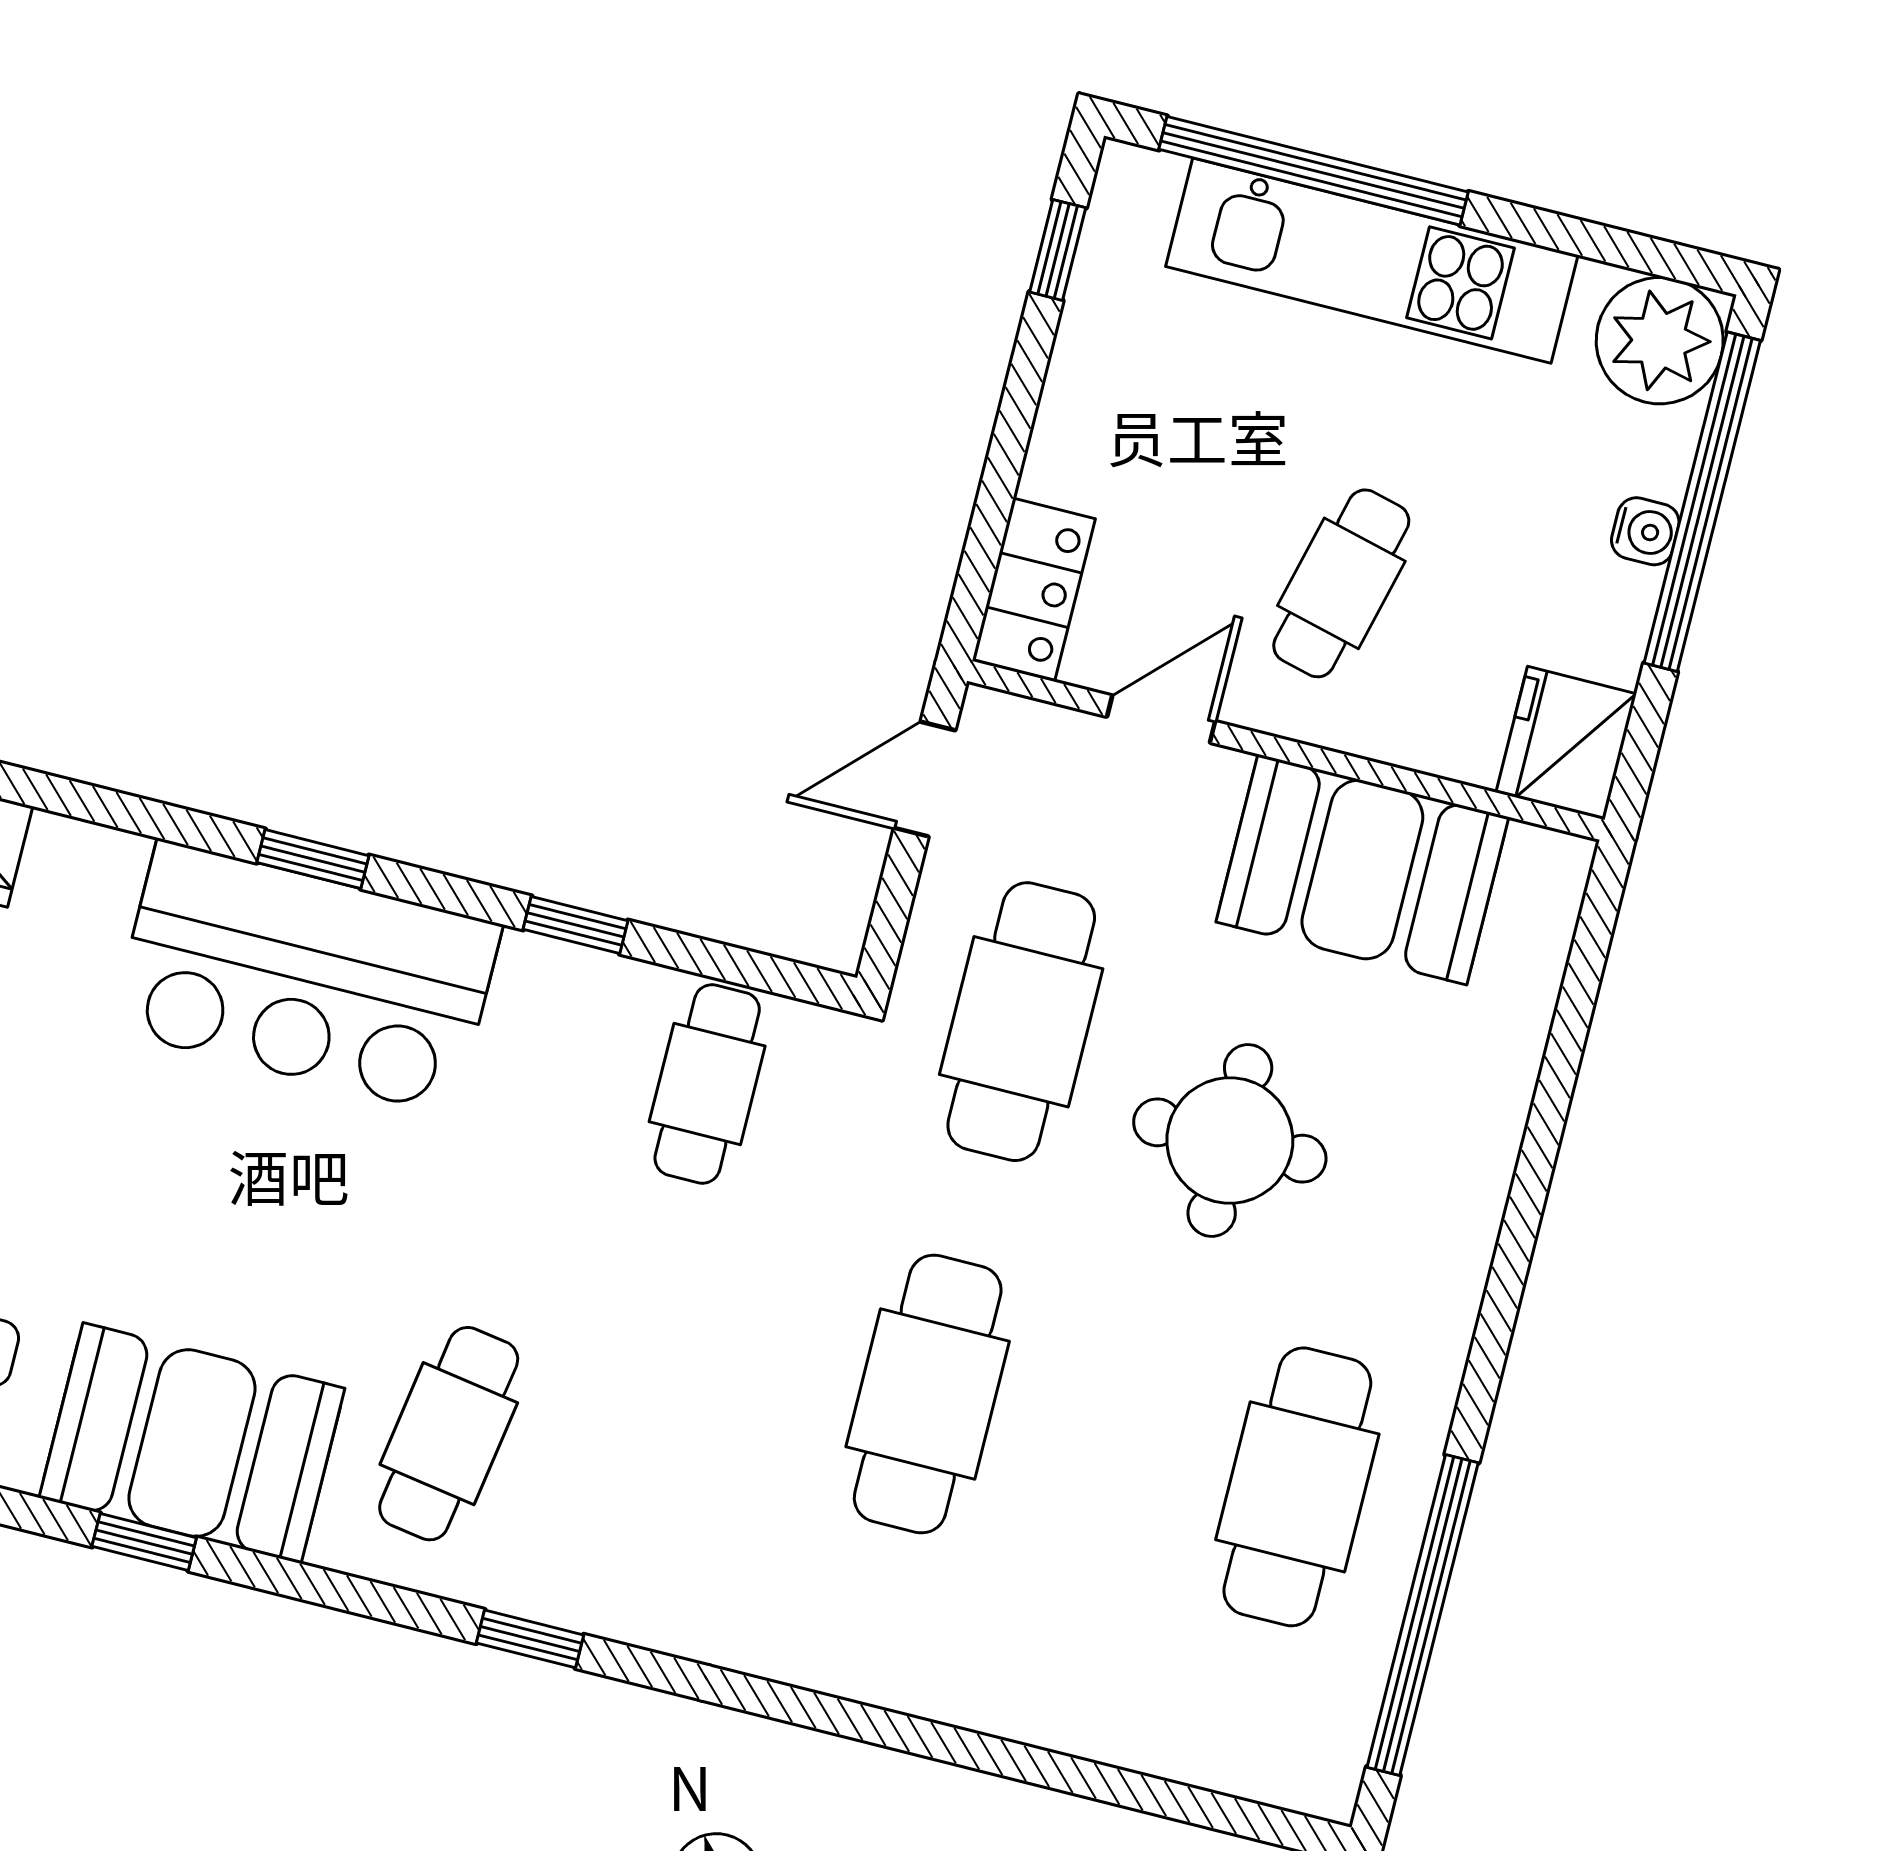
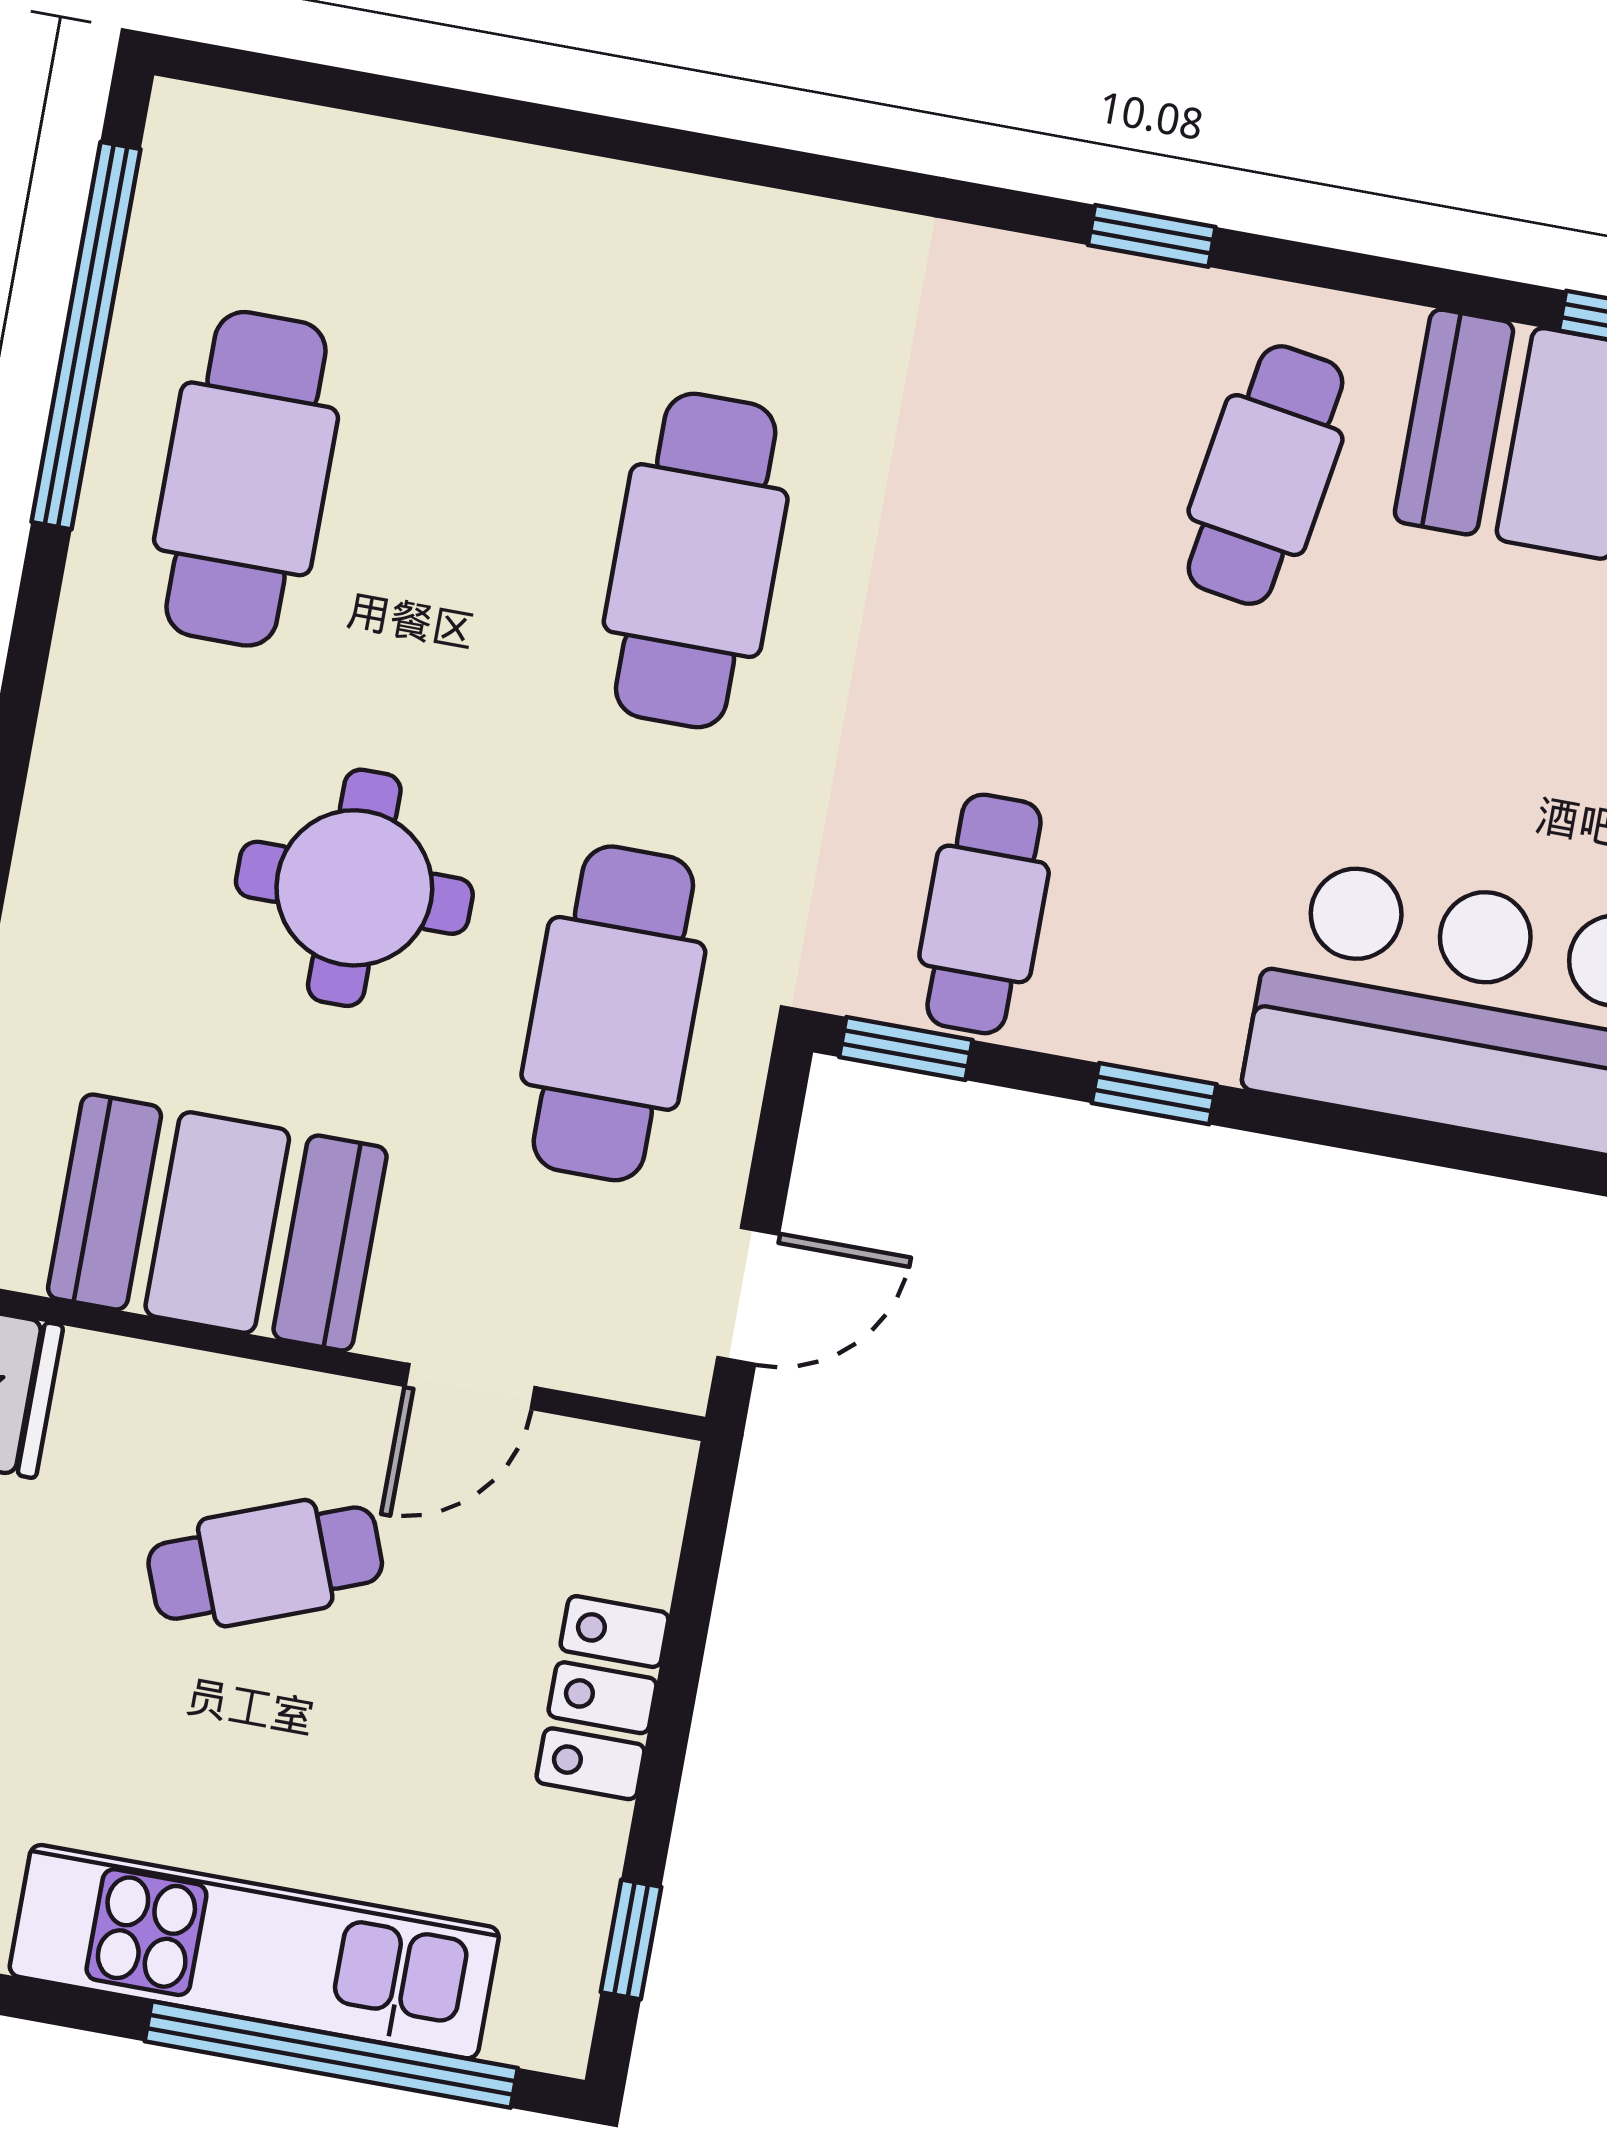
cafe table: (1341, 583) -> (265, 1563), turned 55
locker: (1034, 590) -> (602, 1698), moved
window: (313, 859) -> (906, 1049), moved

